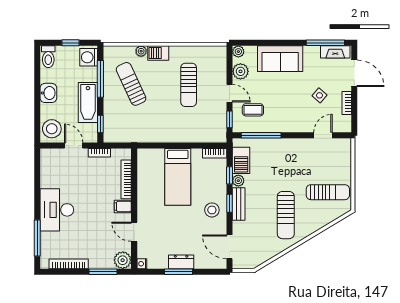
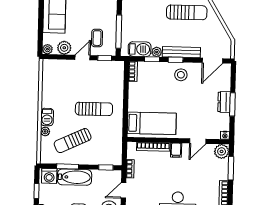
window: (100, 79) -> (68, 166), width x0.69
sun lounger: (189, 85) -> (94, 109), moved
bathtub: (88, 103) -> (75, 177), moved
bed: (178, 177) -> (152, 123), moved
bench: (239, 204) -> (181, 52), width x1.36

